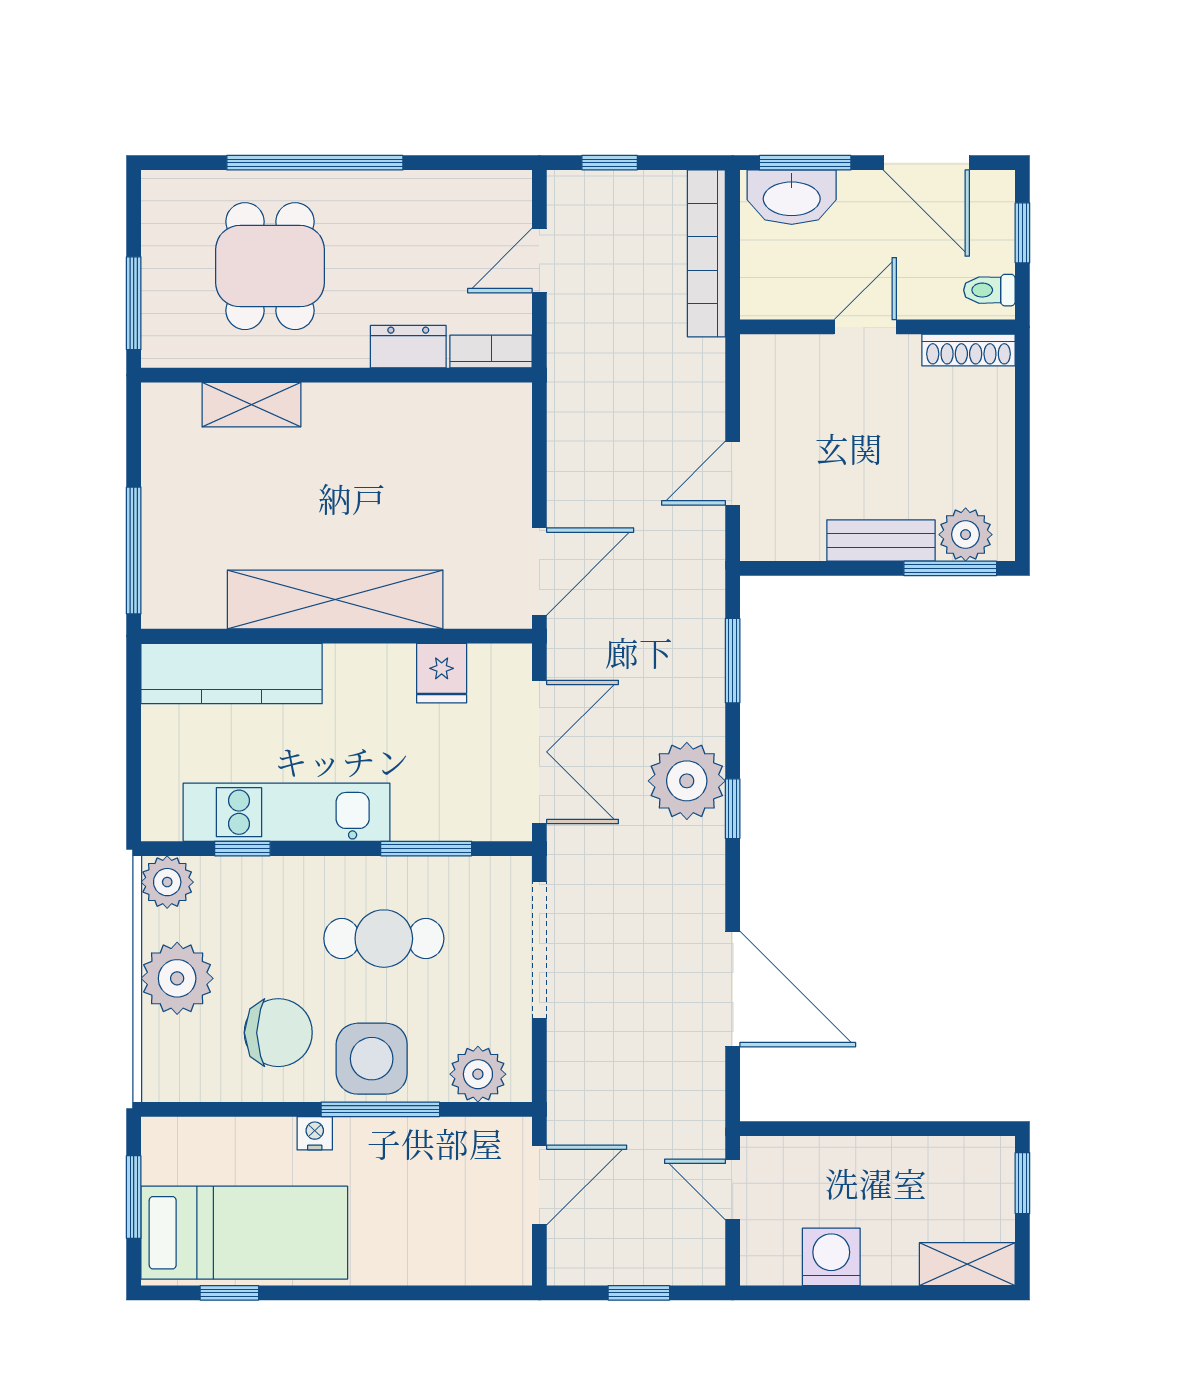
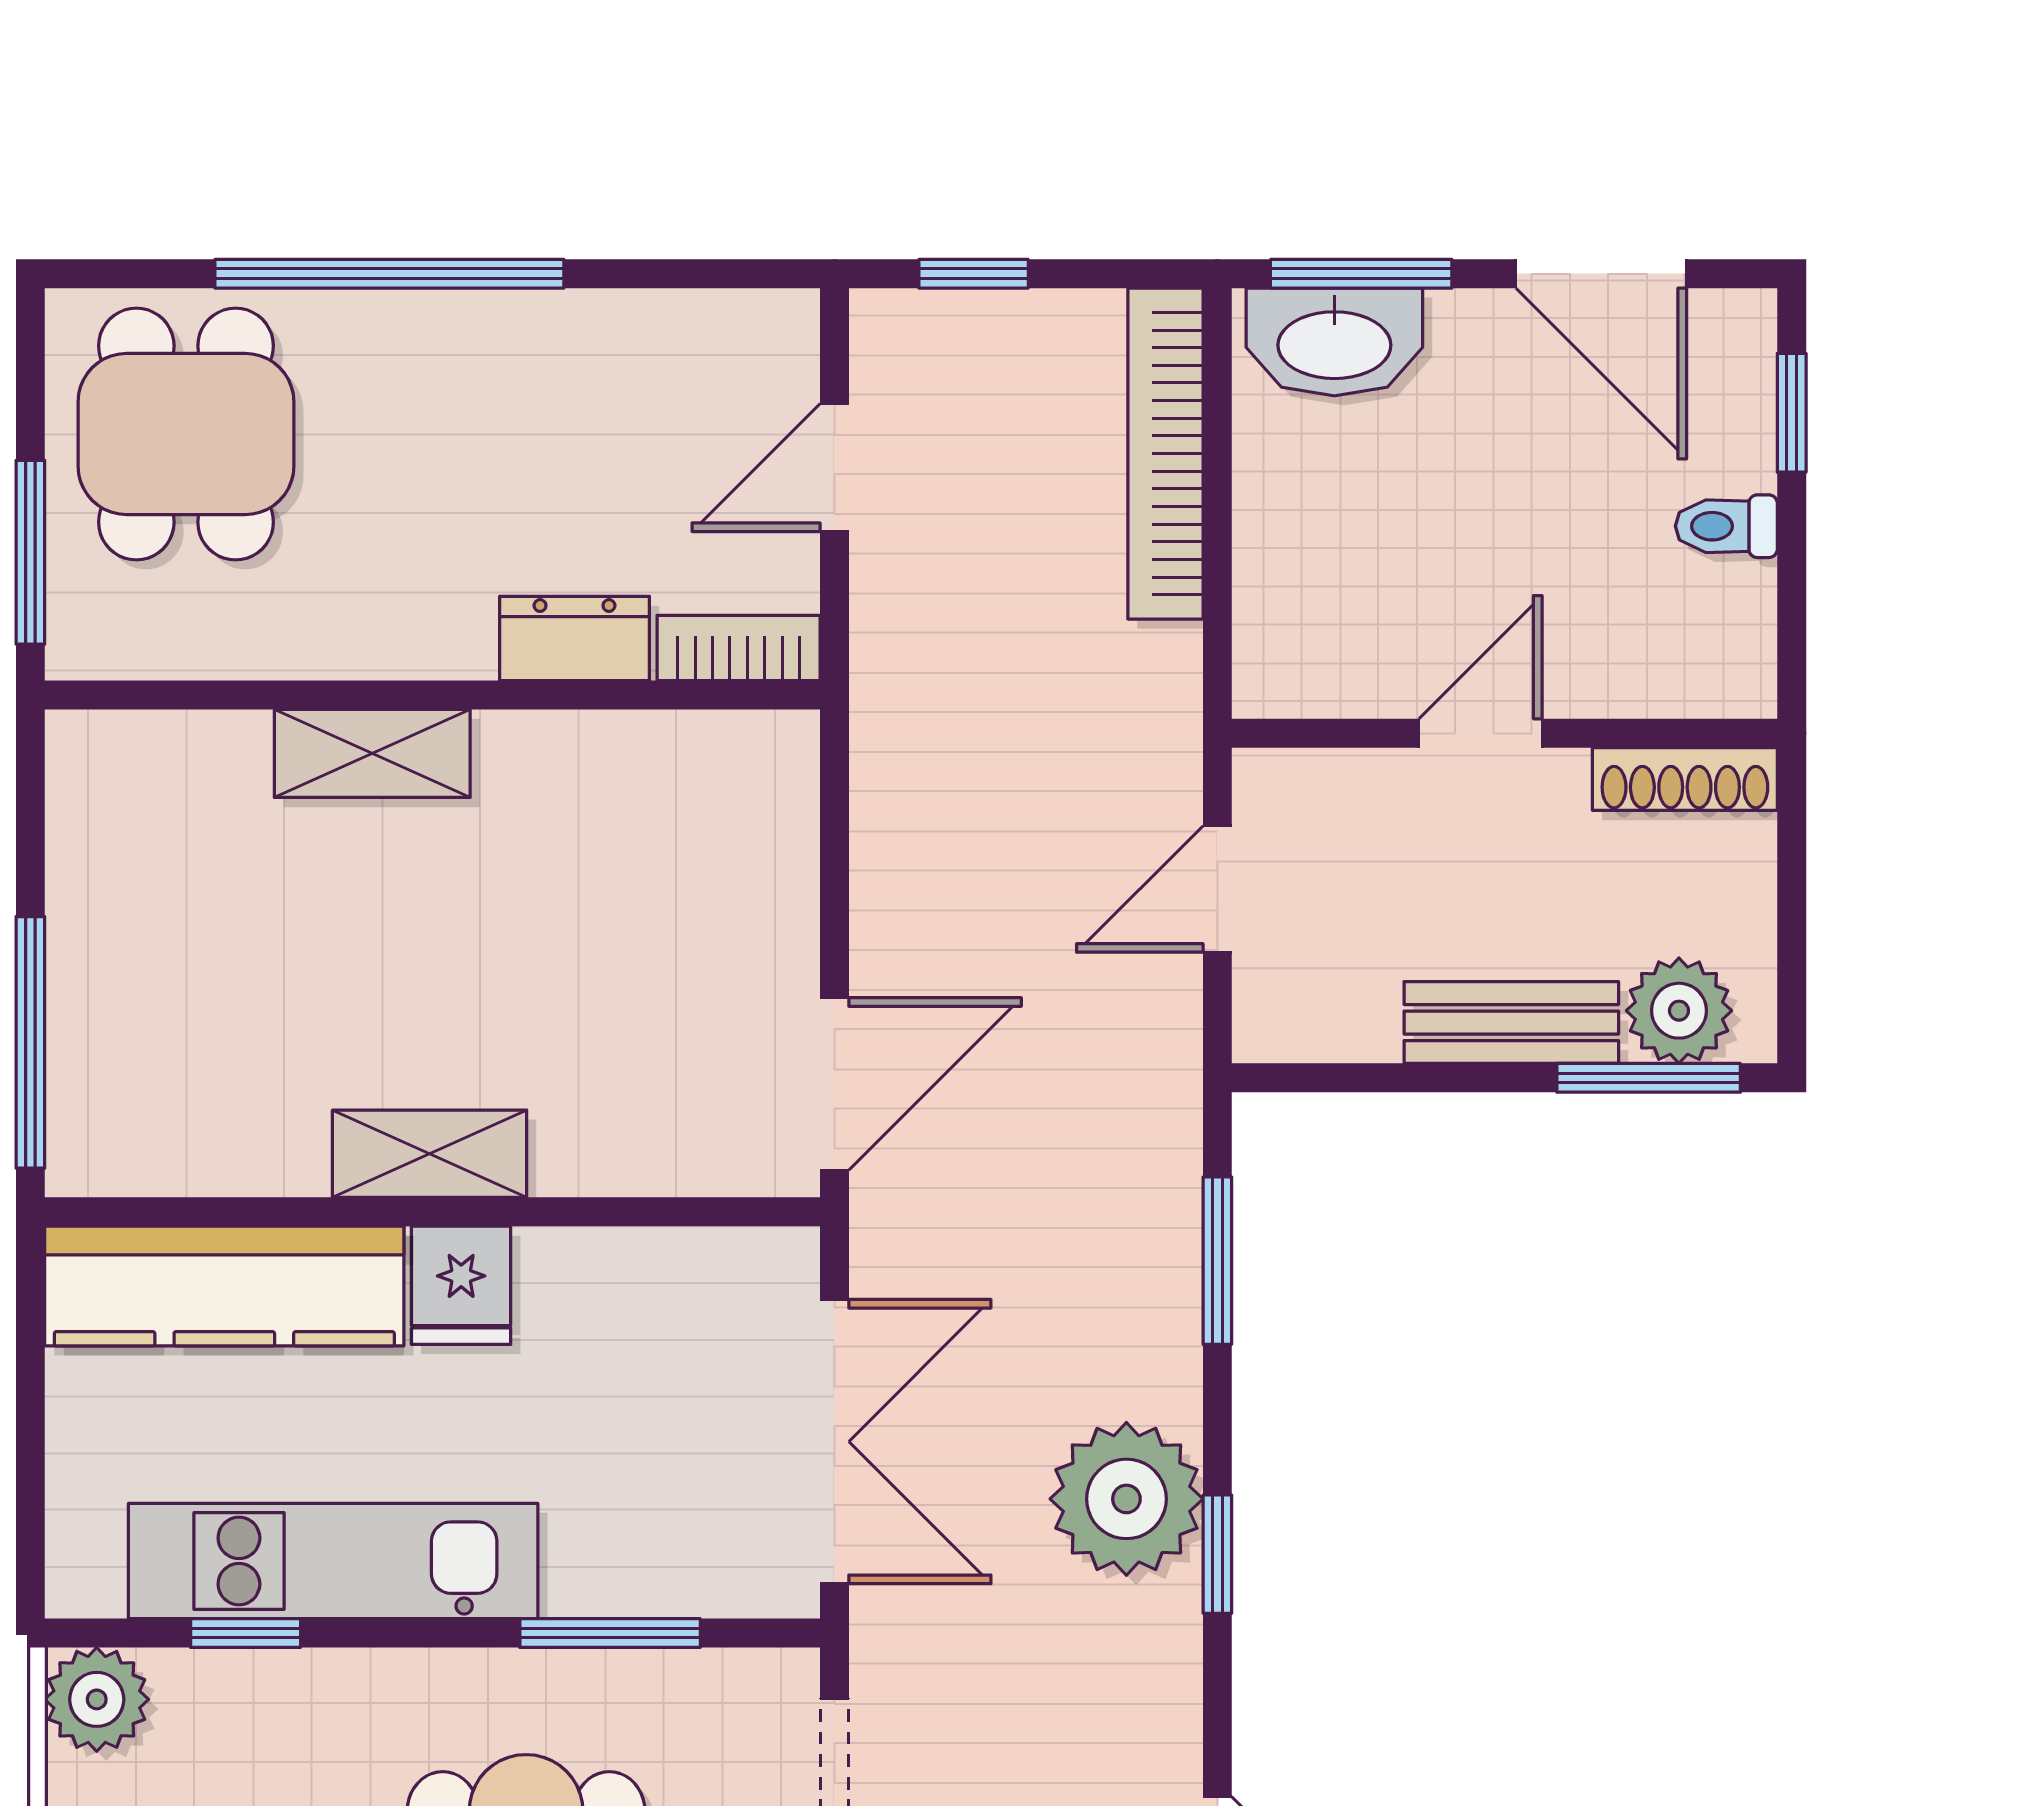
dining table: (270, 266) -> (186, 434), moved
door: (865, 327) -> (1480, 733), moved
wall: (878, 327) -> (1505, 733), moved
shoe rack: (969, 350) -> (1685, 779), moved
shelving: (251, 405) -> (372, 753), moved
shelving: (335, 599) -> (430, 1154), width x0.45, depth x0.75
fridge: (442, 673) -> (461, 1285), moved

